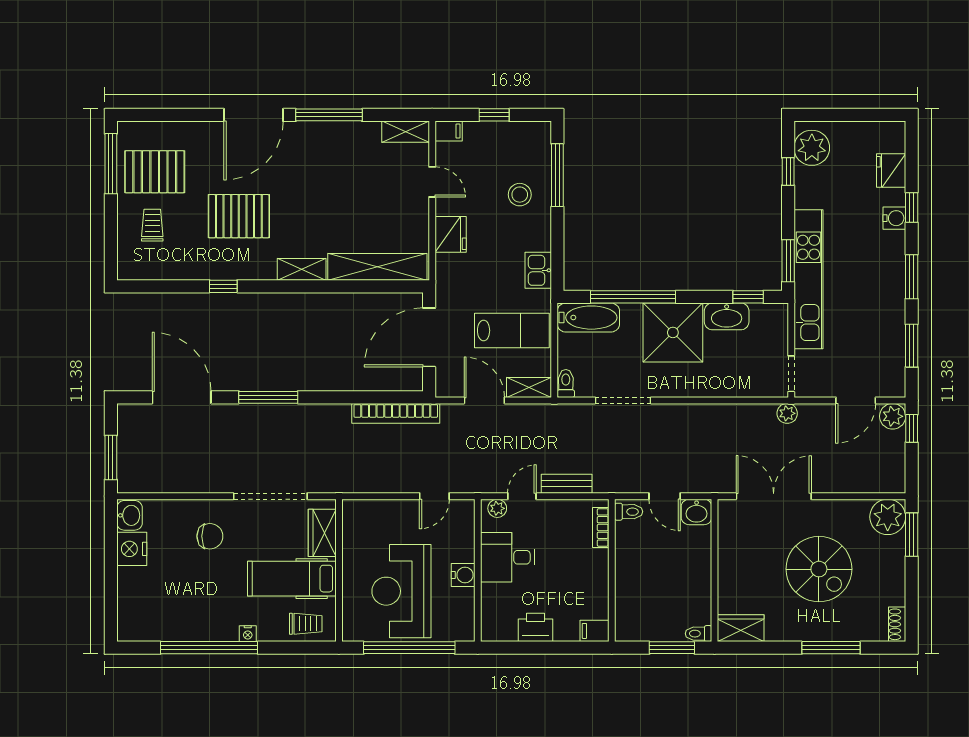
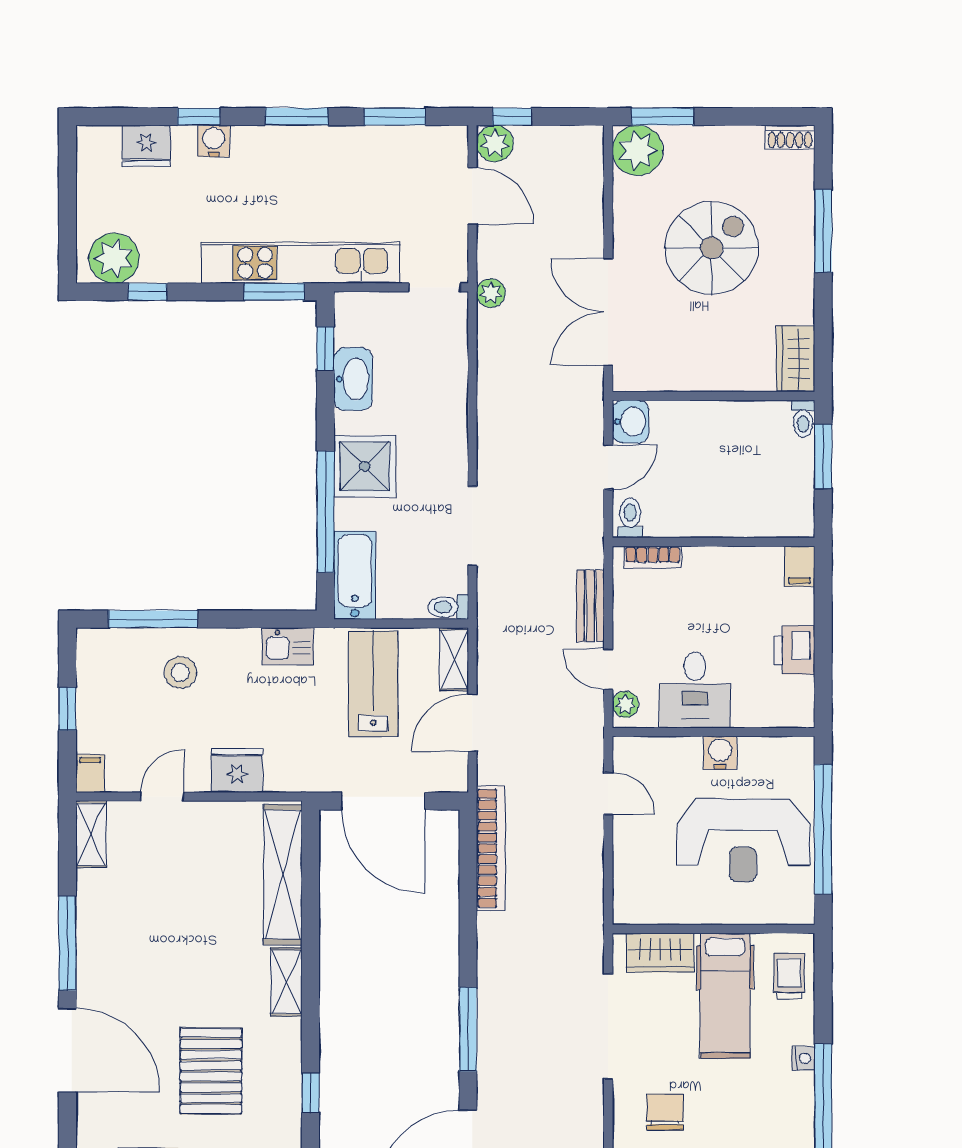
shower: (673, 332) -> (365, 466), width x0.73, depth x0.73

